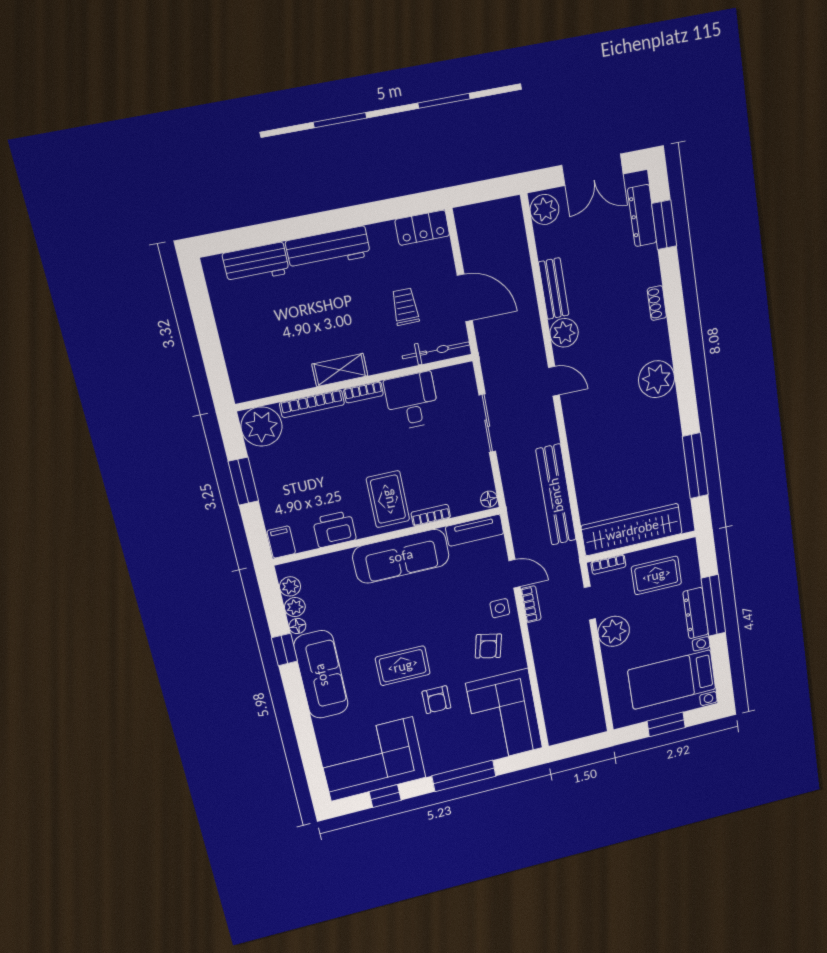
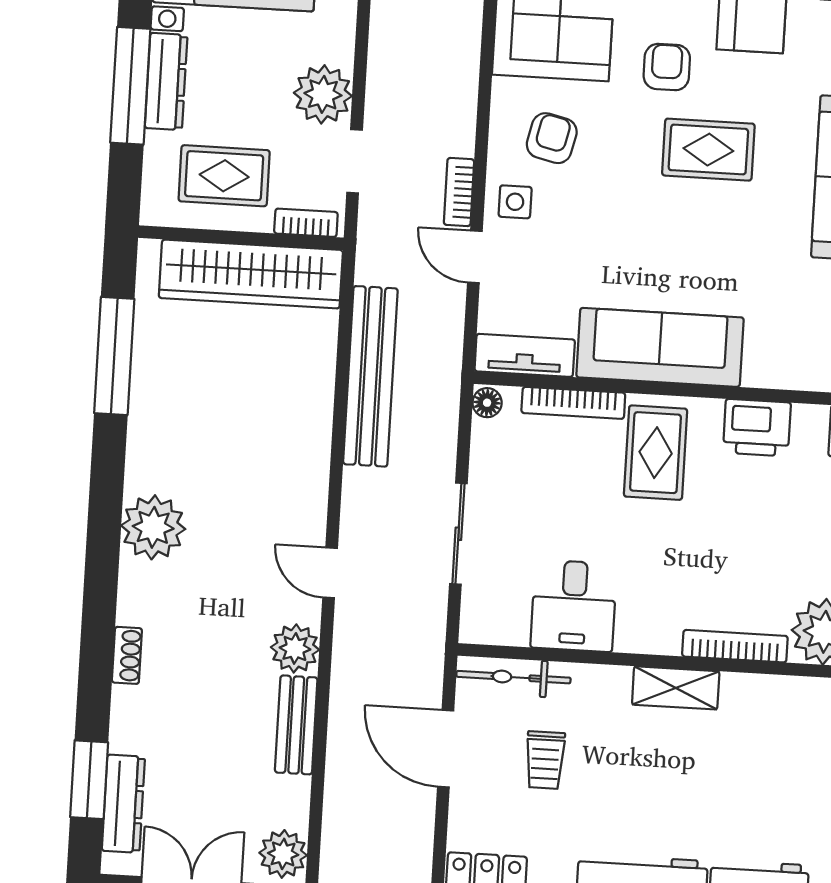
bookcase: (363, 392) -> (648, 642), removed
bookcase: (431, 515) -> (573, 403), width x1.56

